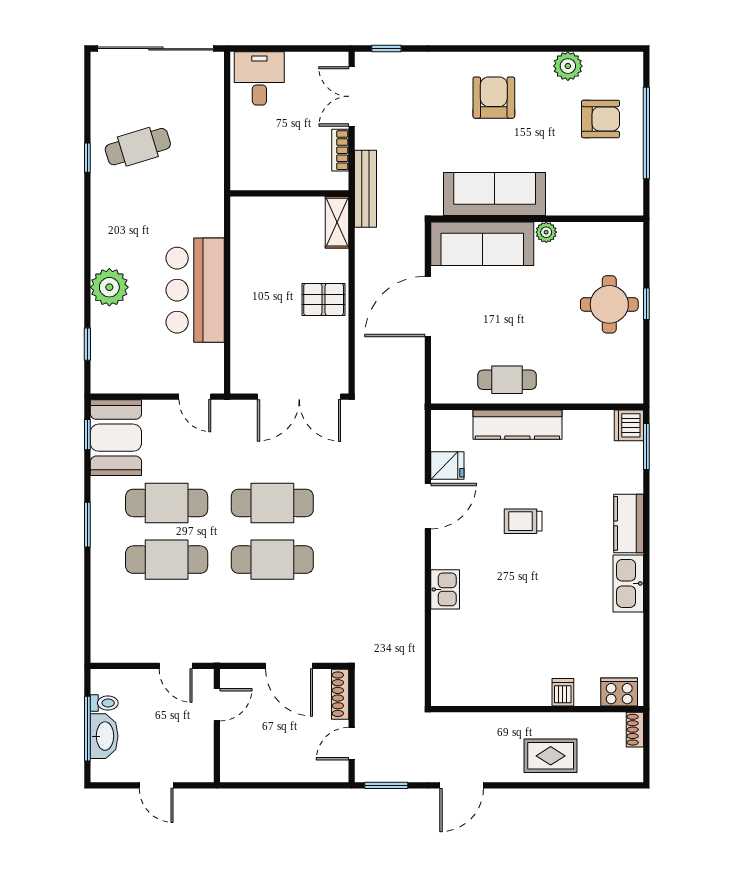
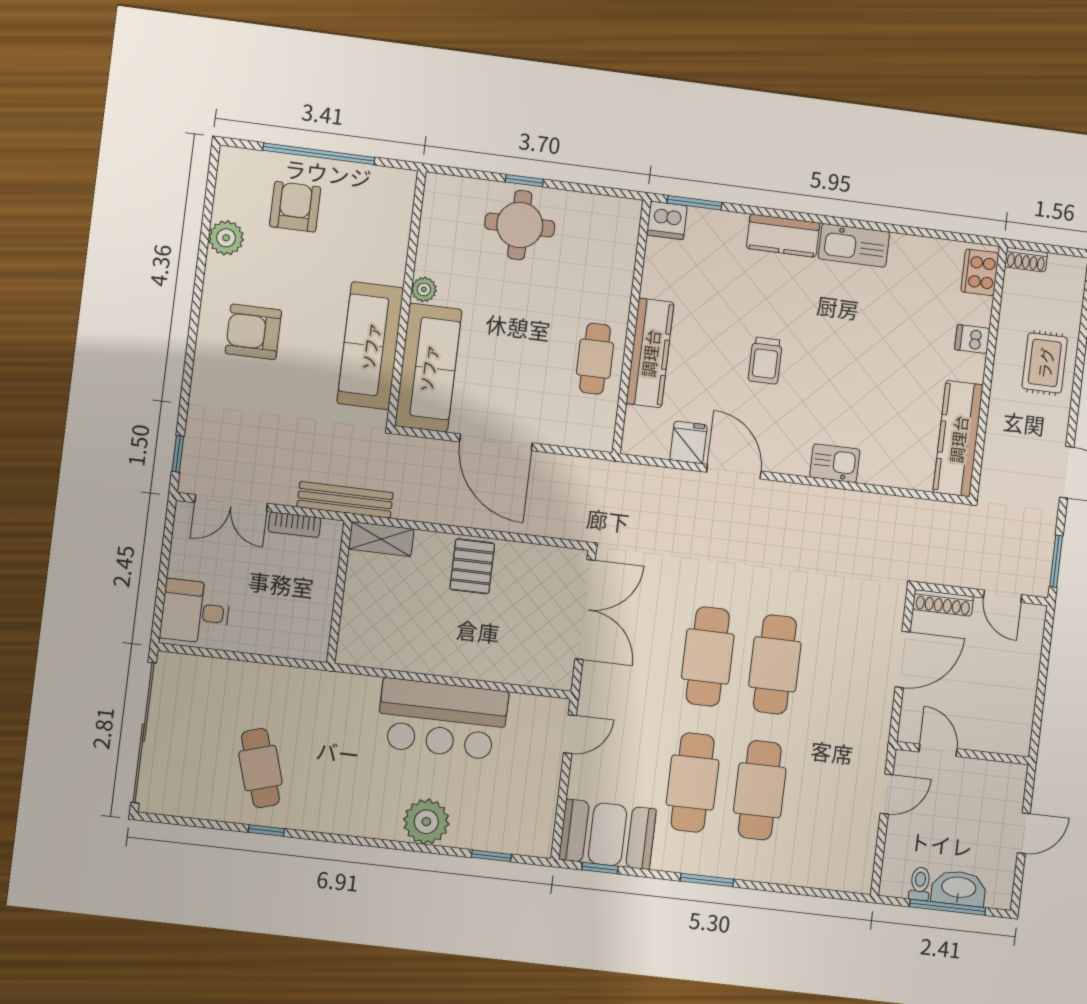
kitchen counter: (478, 690) -> (958, 439), added

